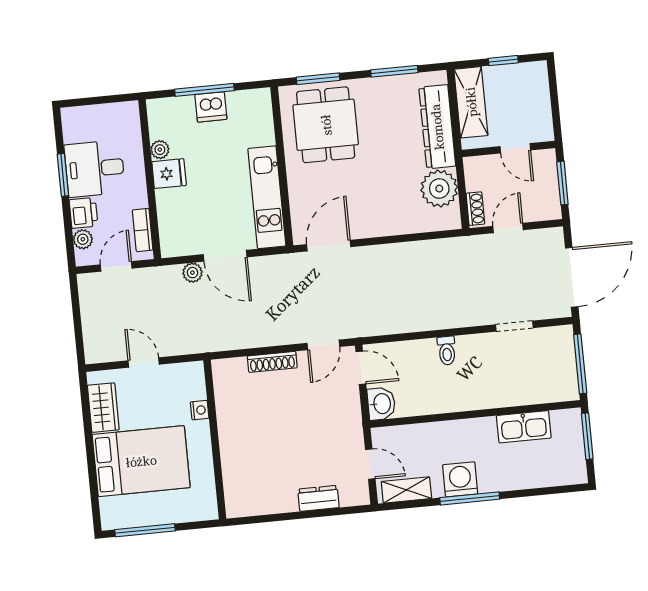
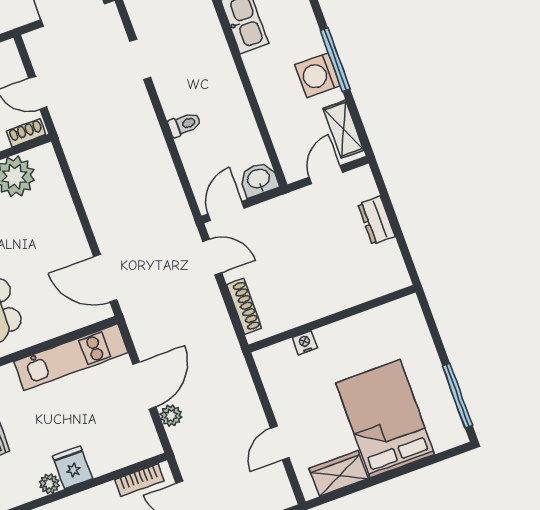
nightstand: (200, 410) -> (305, 343), moved
wall: (215, 439) -> (332, 319), moved

